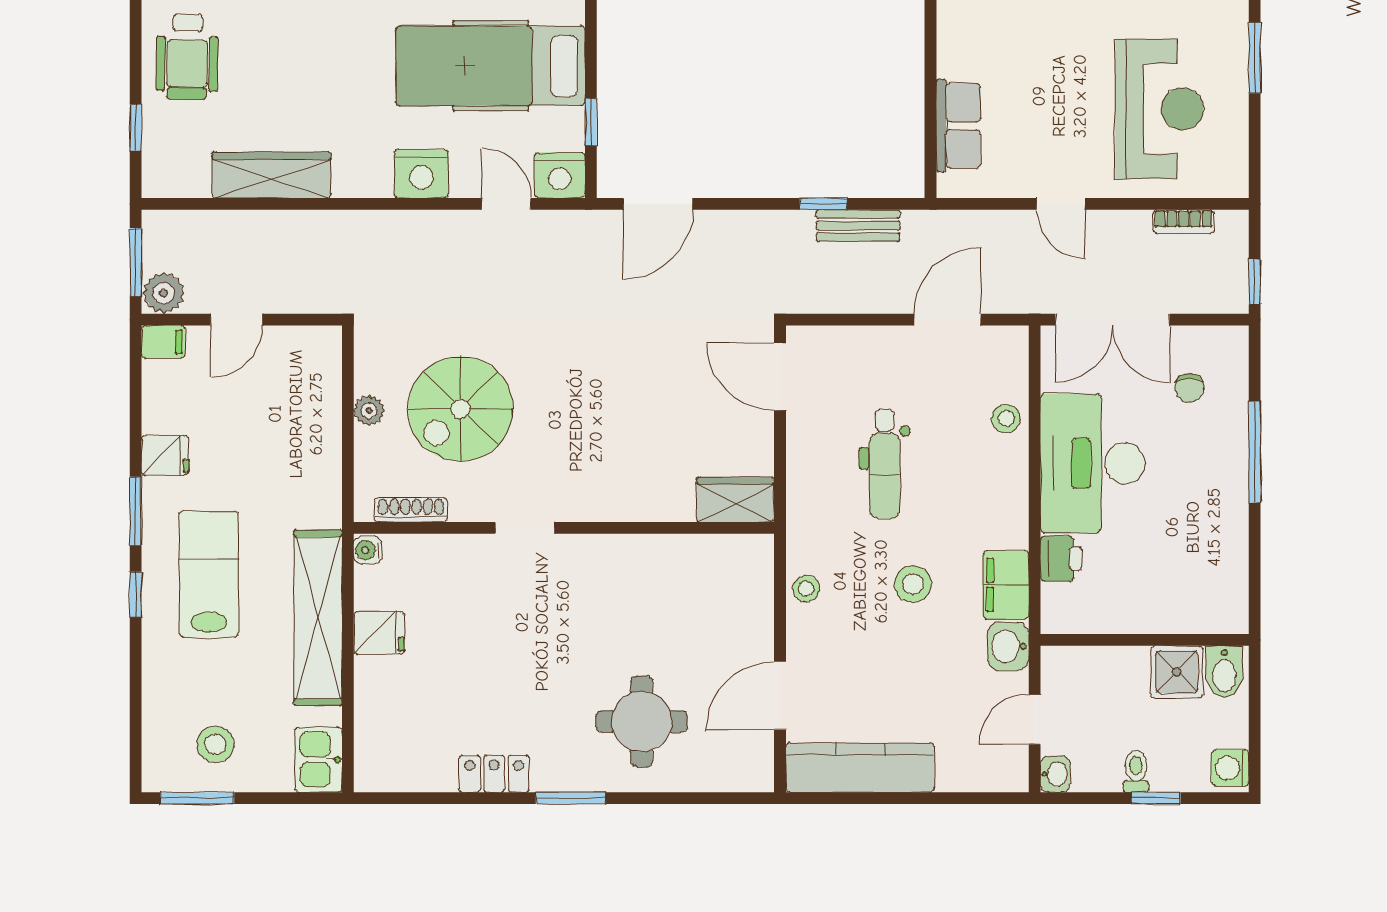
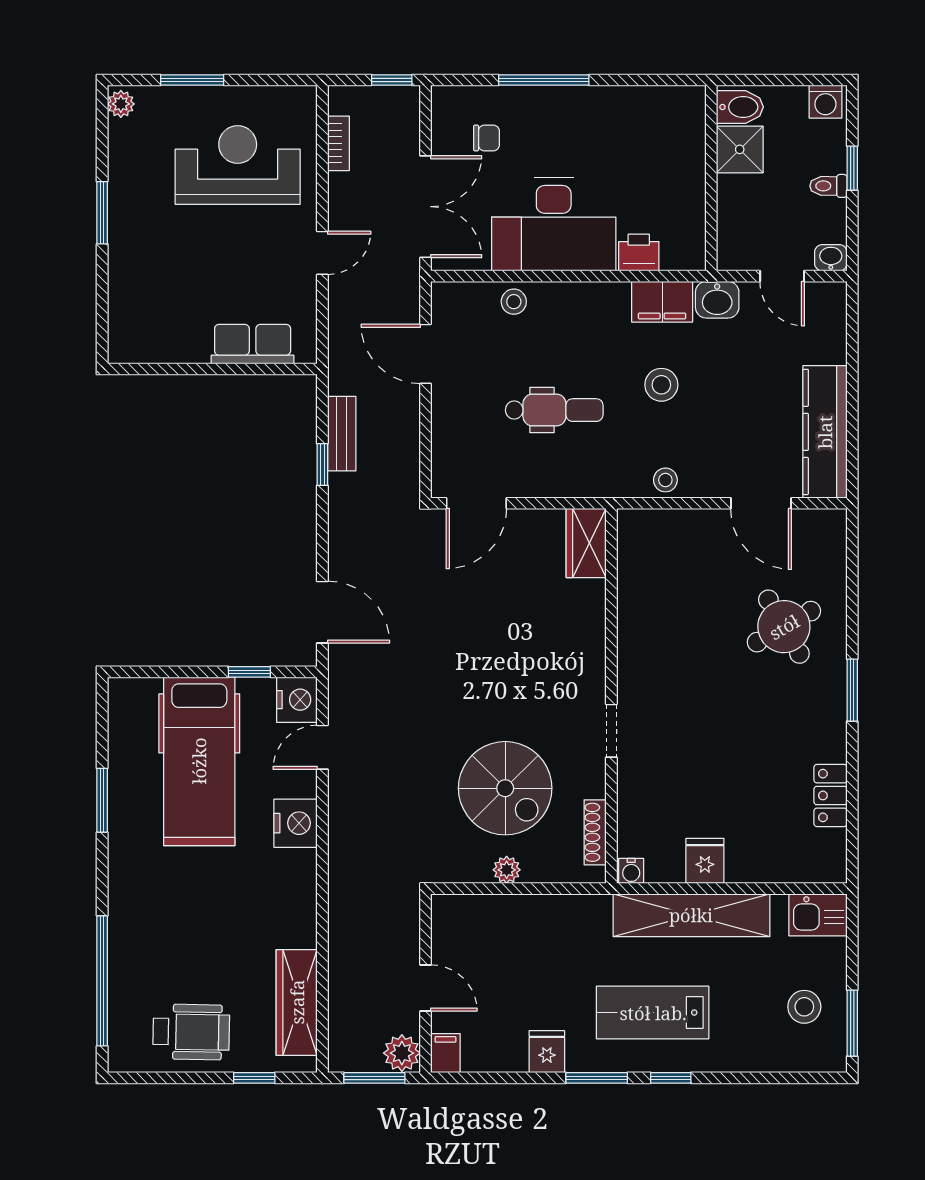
wardrobe: (271, 175) -> (297, 1002), moved
round table: (642, 721) -> (784, 627), turned -30
locker: (494, 774) -> (831, 795), moved

